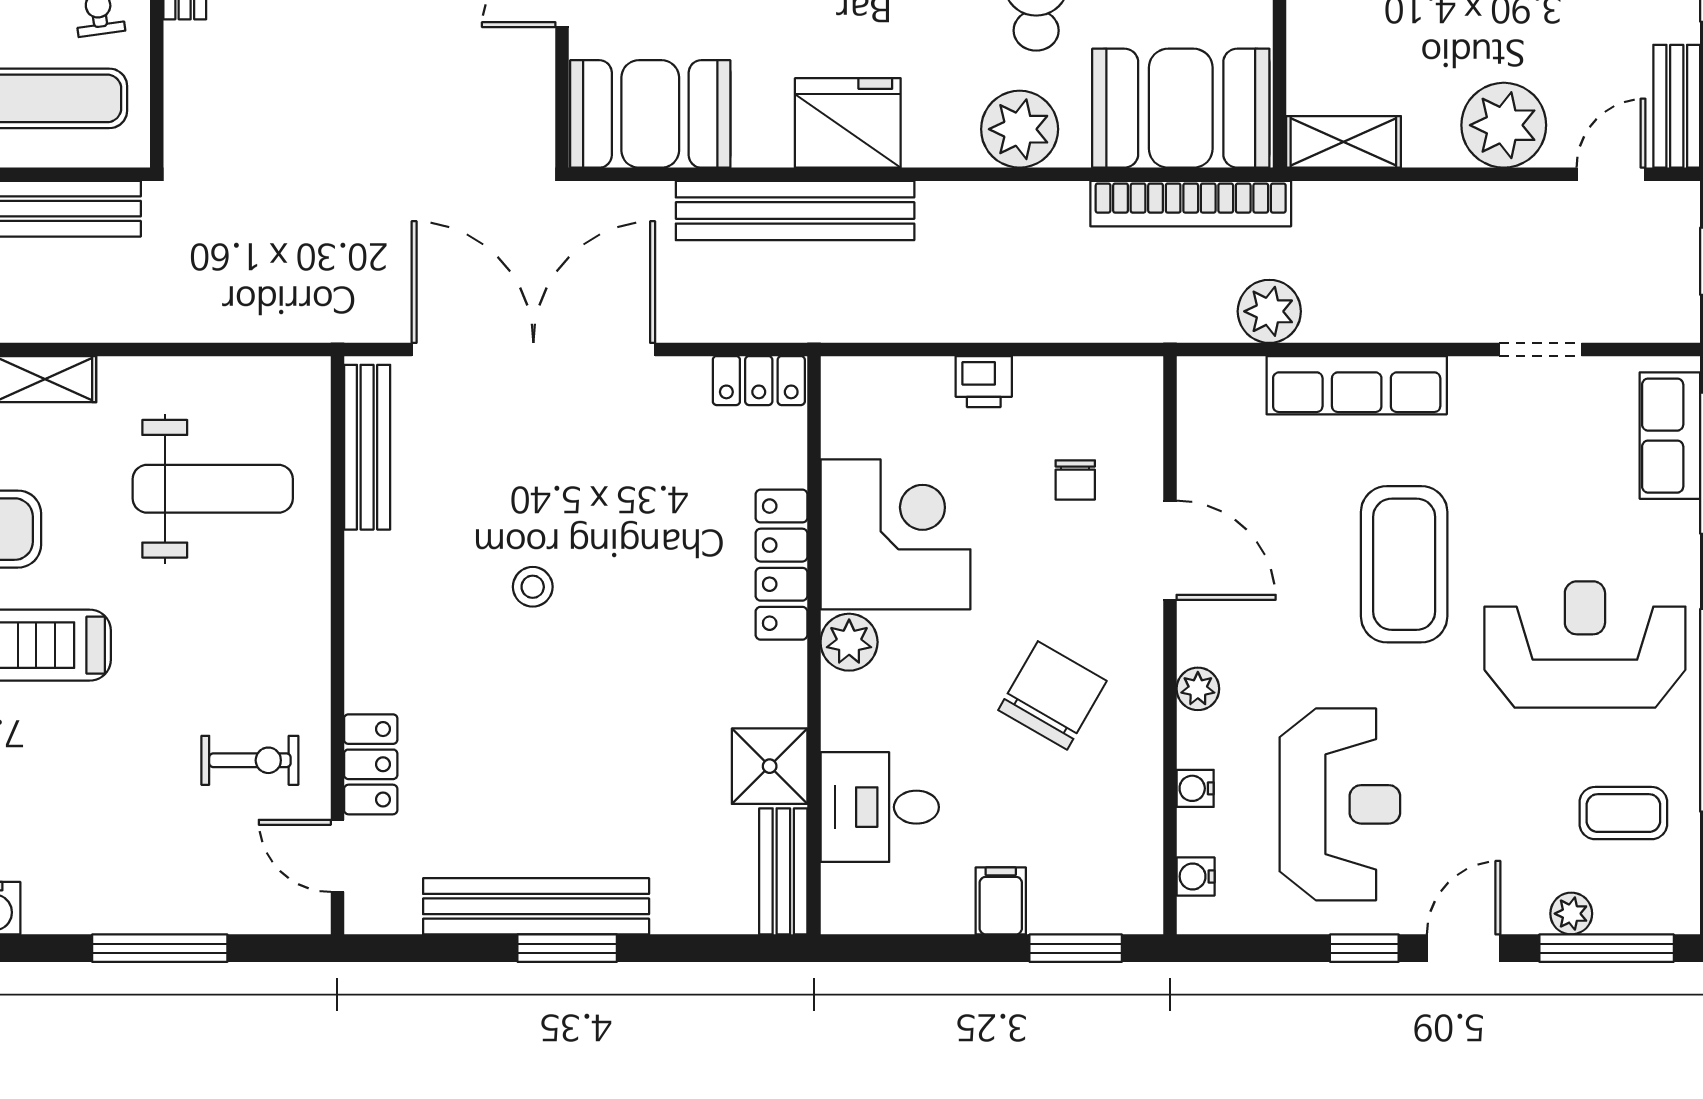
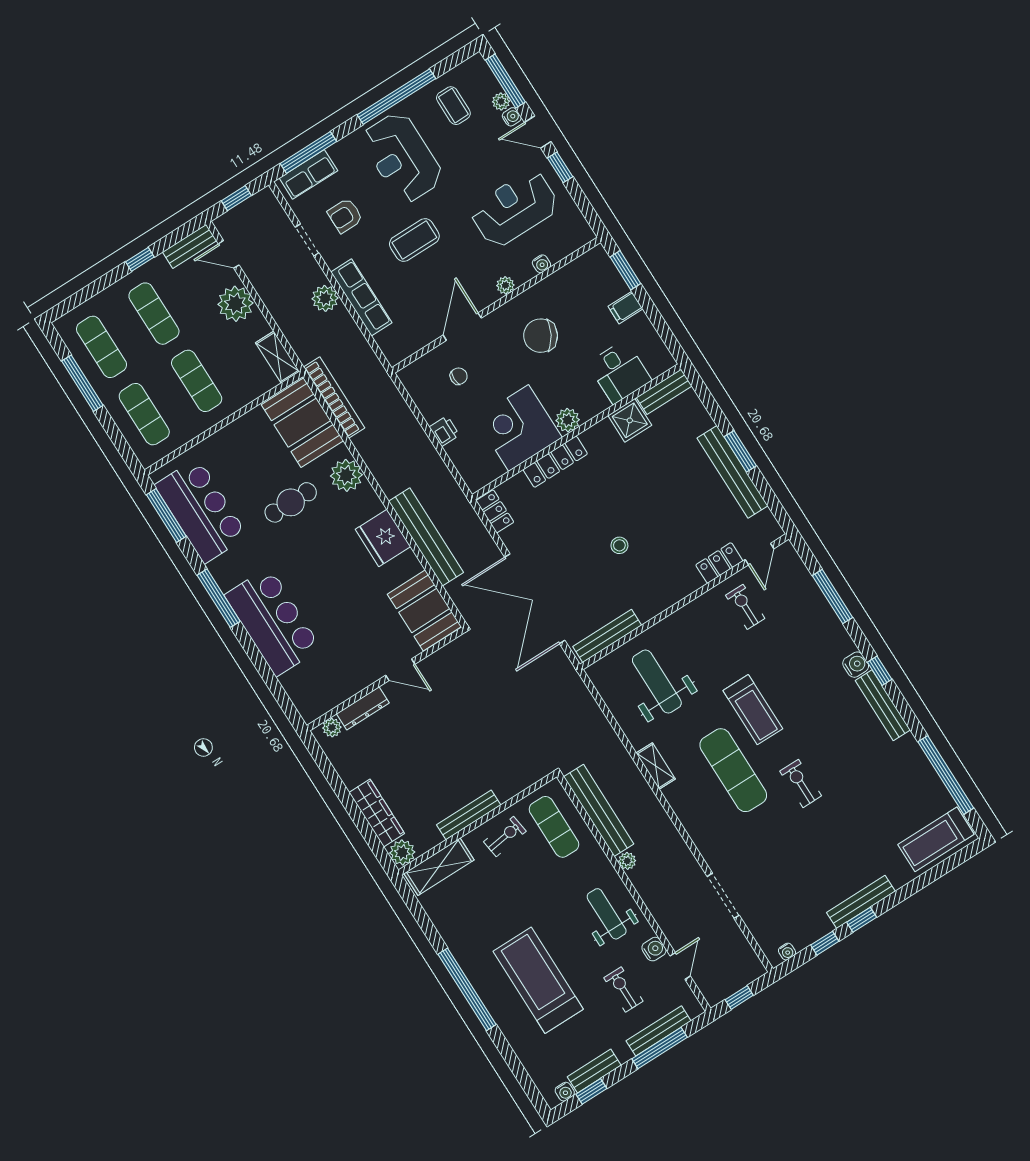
plant: (1269, 311) -> (325, 298), moved
armchair: (1541, 457) -> (345, 216), added
coffee table: (1404, 564) -> (414, 240), width x0.73, depth x0.76
water cooler: (1196, 876) -> (512, 117), moved, turned -90

